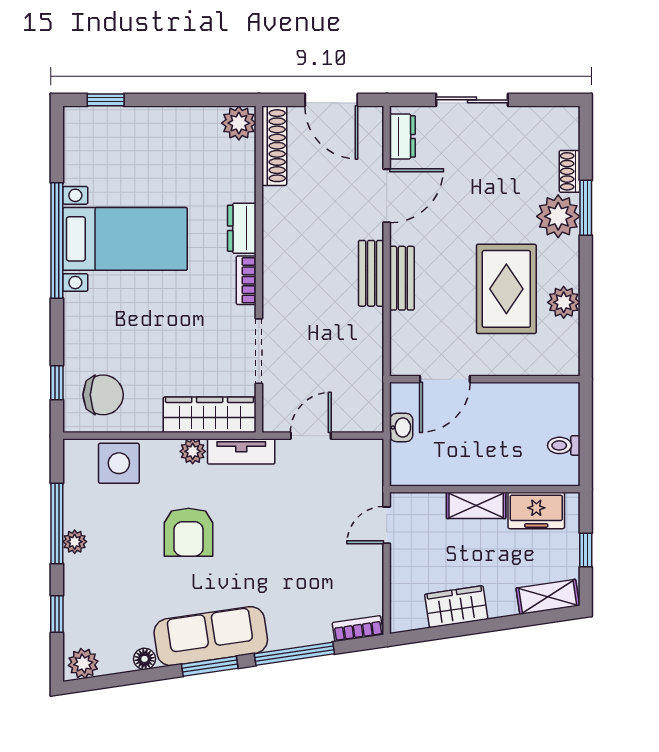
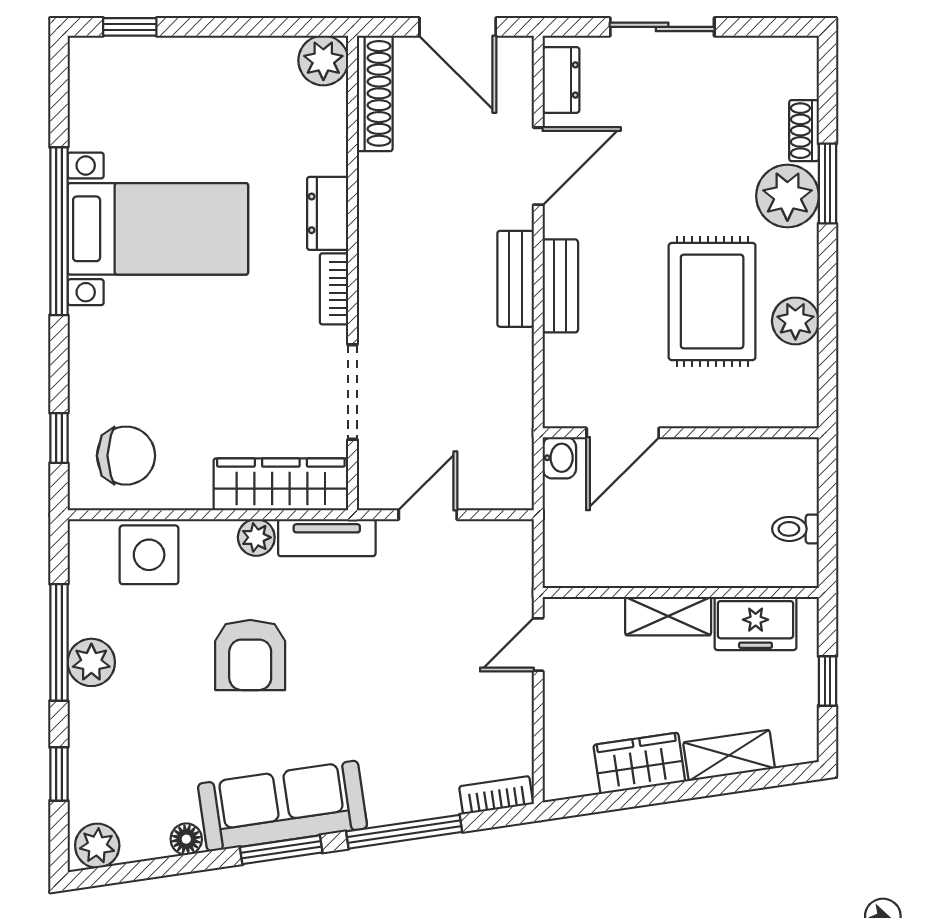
washbasin: (401, 427) -> (559, 458), moved
plant: (75, 542) -> (91, 662), width x1.38, depth x1.38
shelving: (548, 597) -> (729, 755), moved

